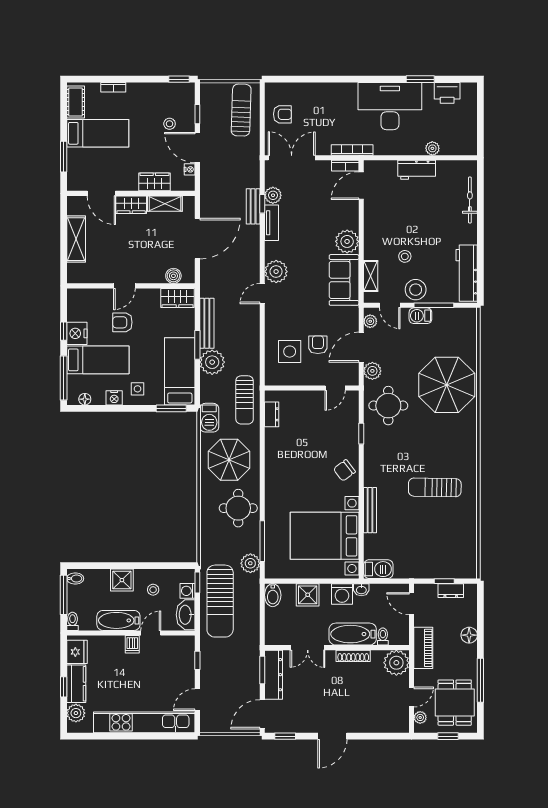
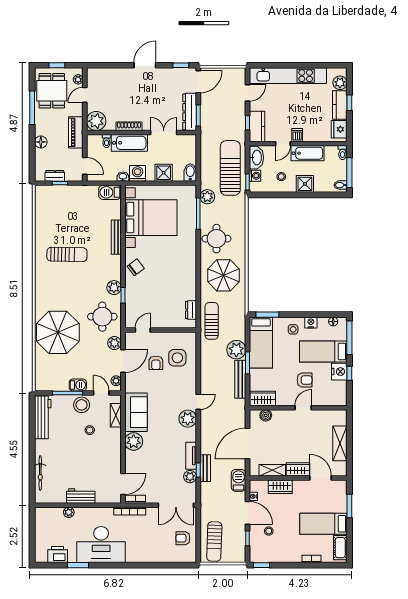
barbecue: (209, 418) -> (239, 480), moved
plant: (373, 444) -> (114, 288), added
kitchen counter: (185, 656) -> (257, 126), added

